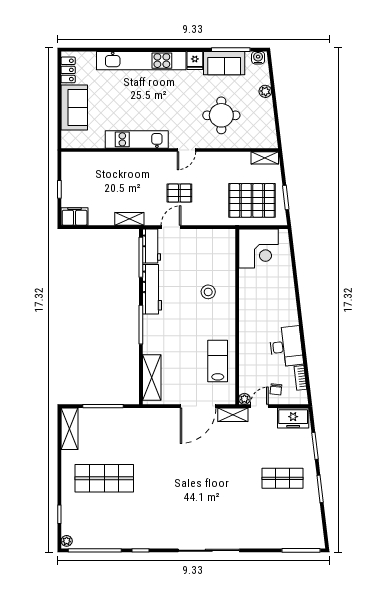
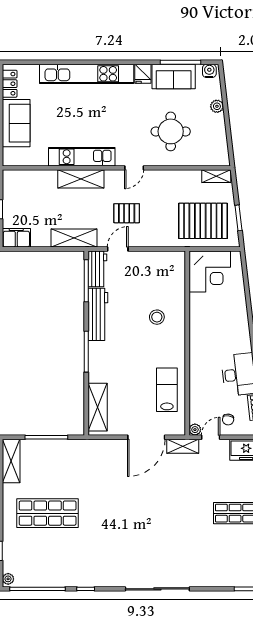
shelving: (136, 160) -> (81, 179), added
shelving: (129, 219) -> (74, 238), width x1.50, depth x1.33

